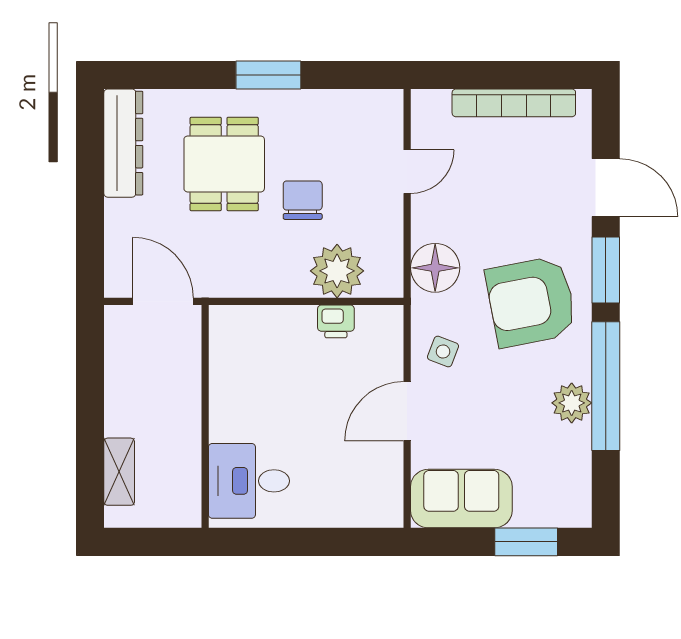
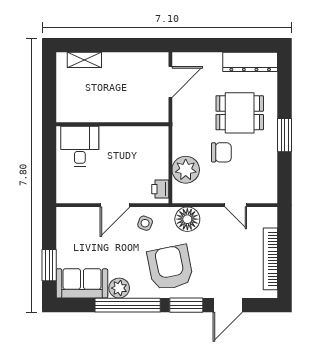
printer: (336, 321) -> (160, 189), moved
door: (407, 411) -> (115, 205), swing flipped
wall: (205, 416) -> (112, 124), moved
desk: (249, 481) -> (80, 146), moved
sofa: (461, 499) -> (82, 283), moved, turned -90

